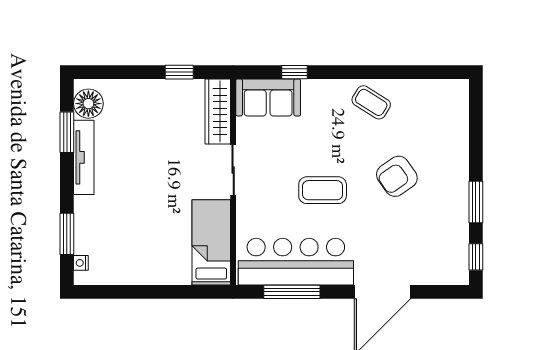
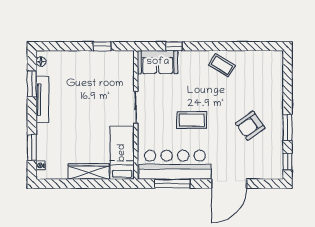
floor lamp: (88, 104) -> (41, 62), width x0.53, depth x0.53
wardrobe: (218, 111) -> (89, 171), moved, turned 90
armchair: (397, 176) -> (250, 126), moved

